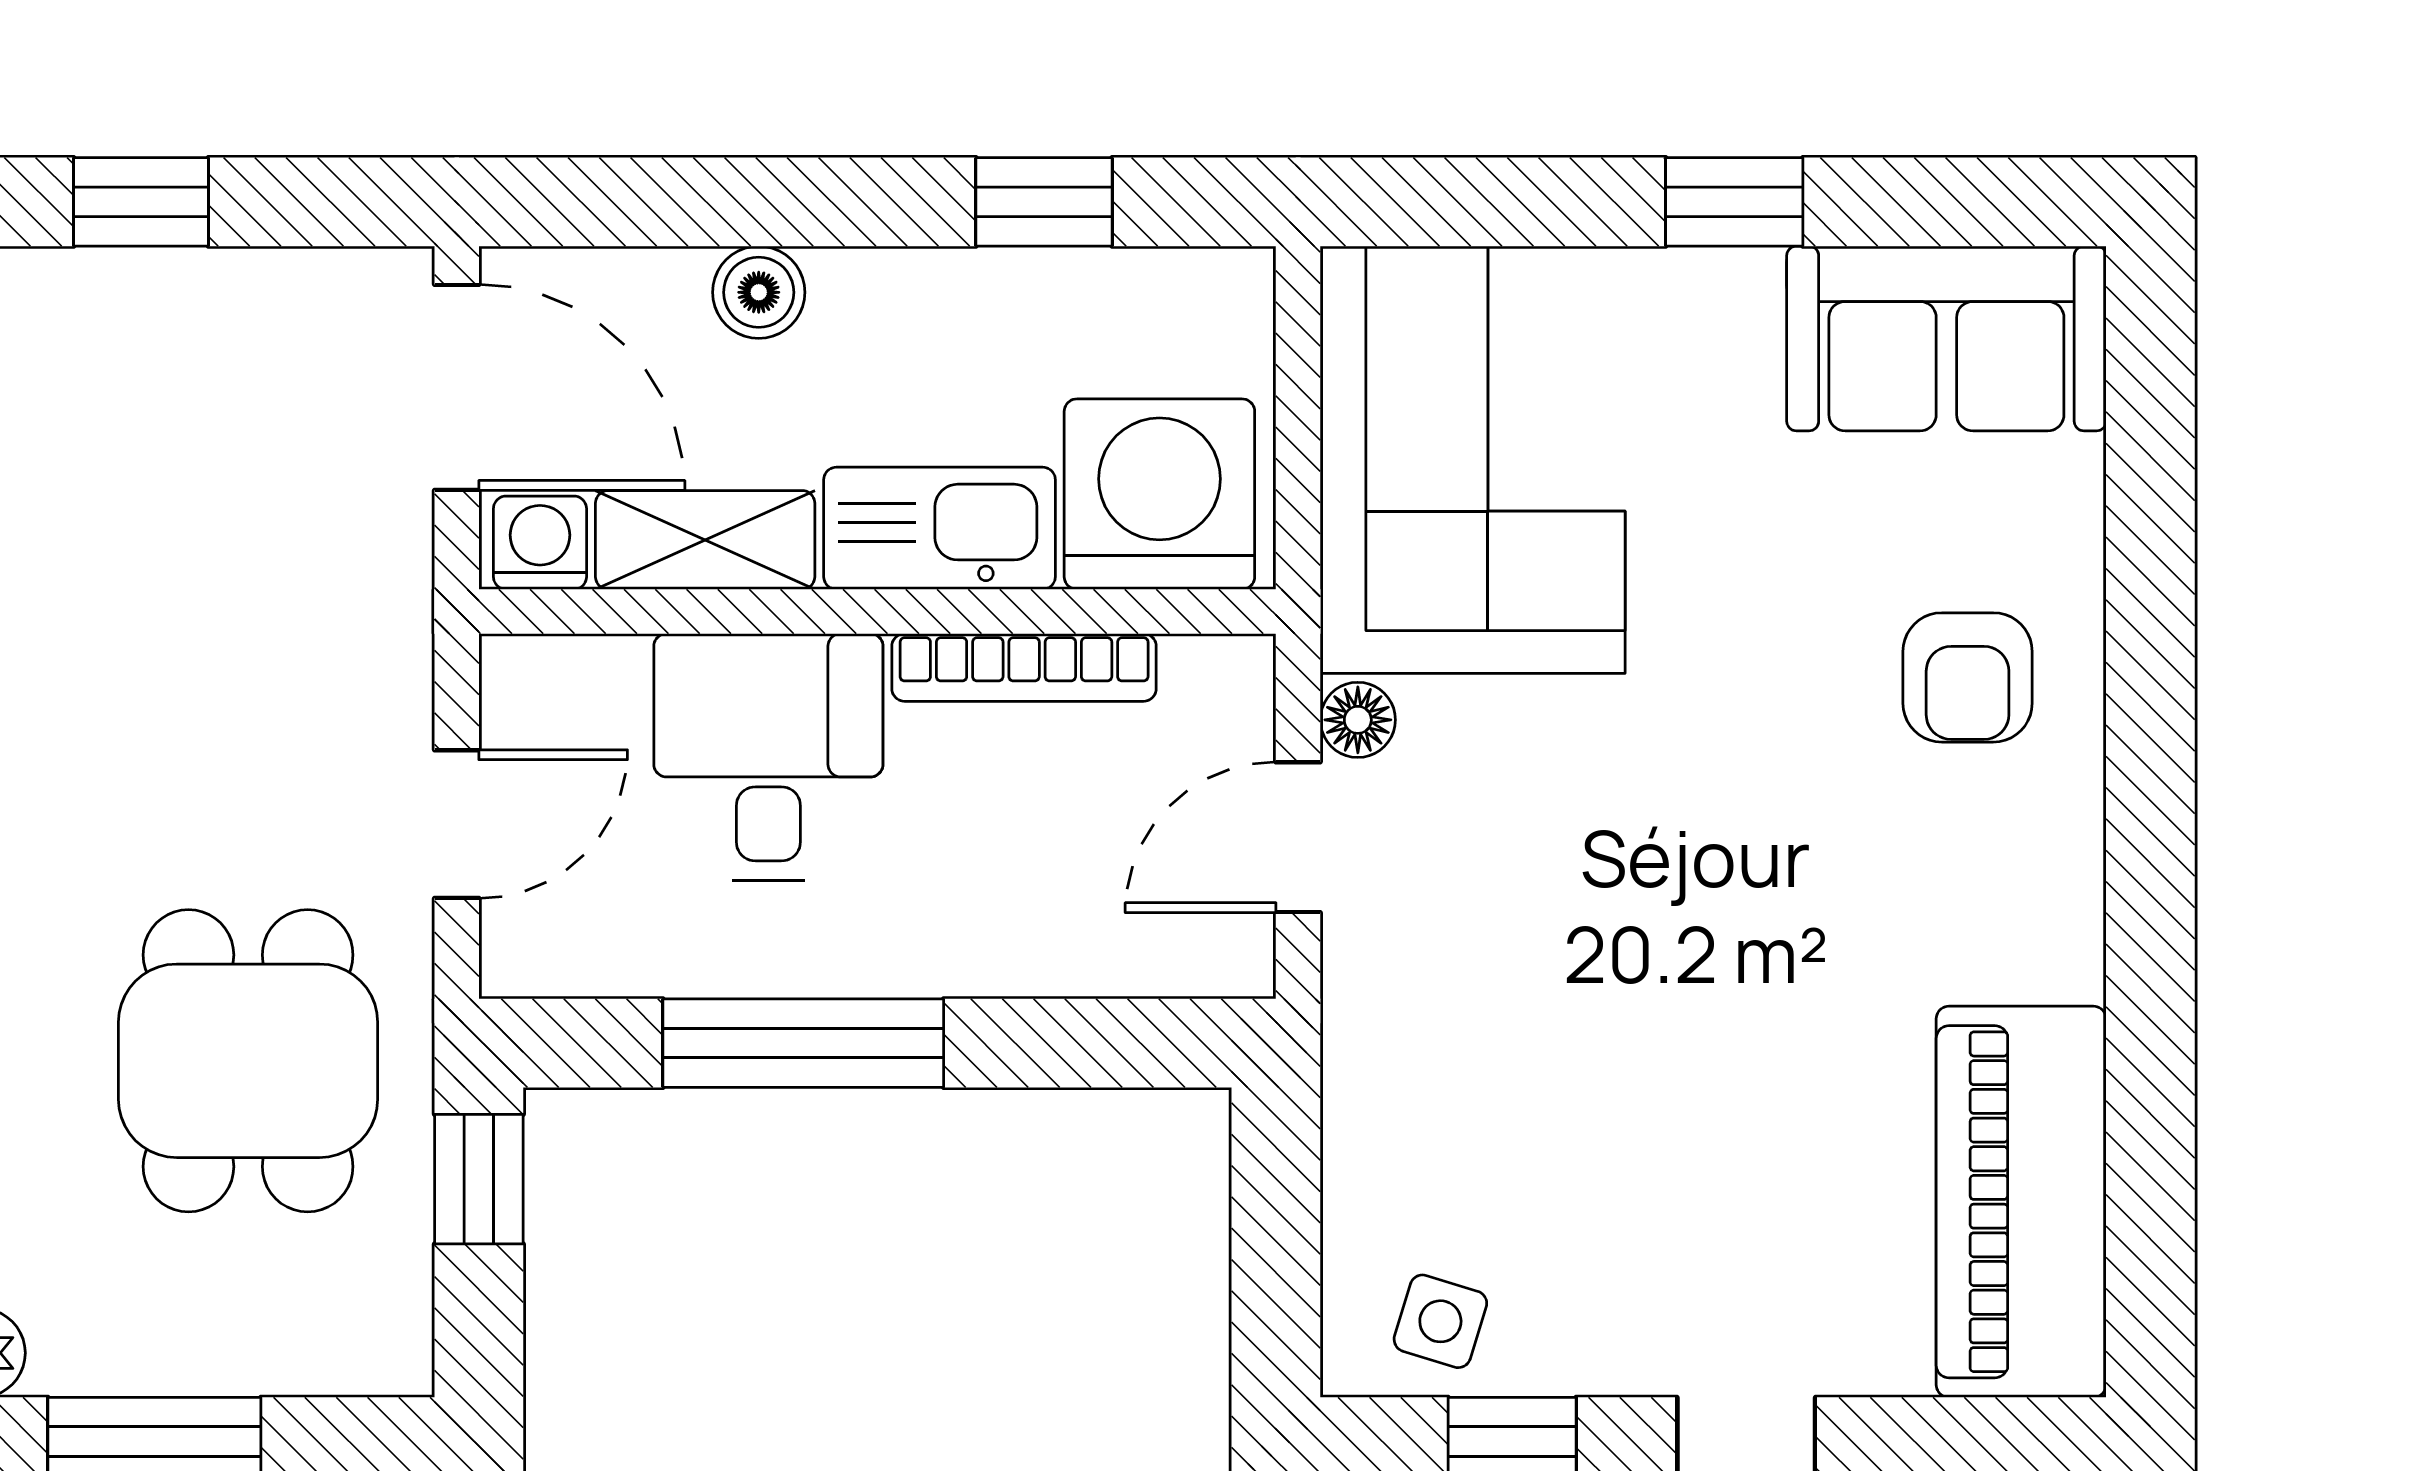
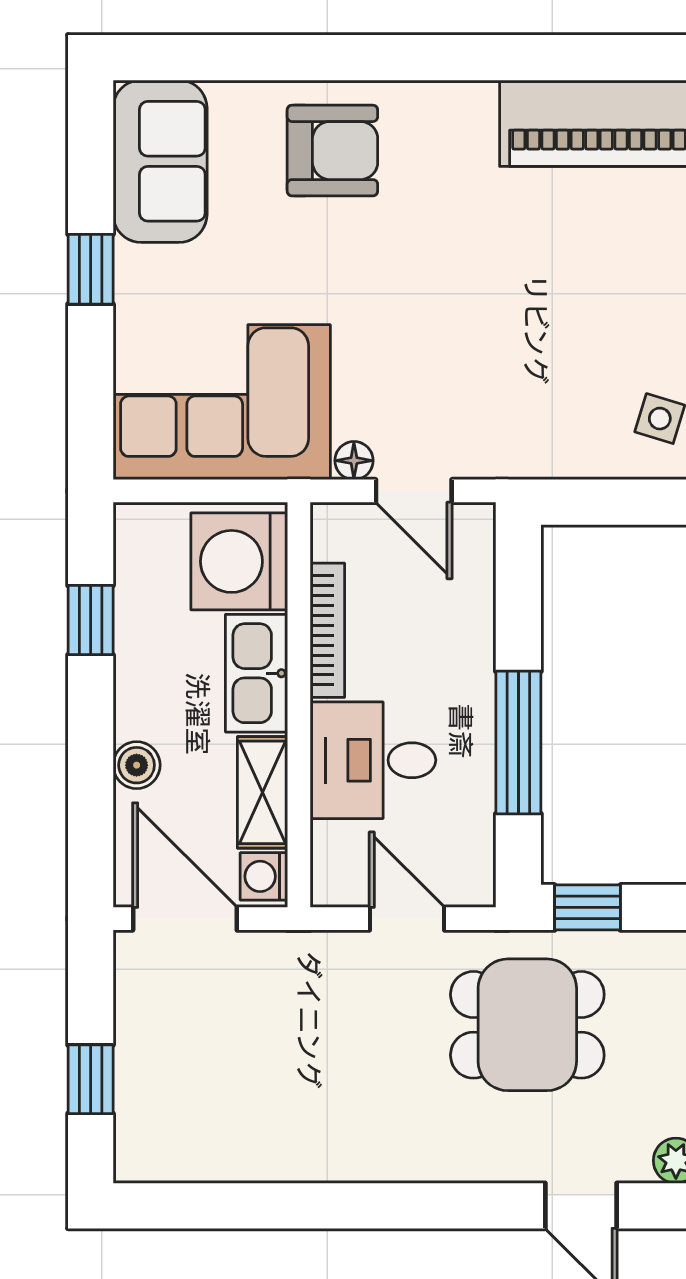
door: (457, 387) -> (185, 919), hinge flipped
armchair: (1968, 677) -> (332, 151), width x1.38, depth x1.38

